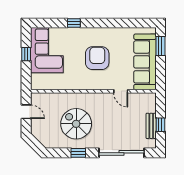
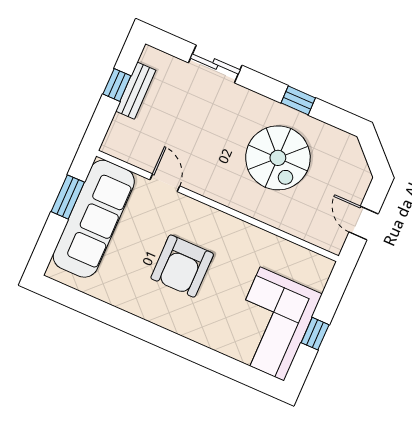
window: (74, 23) -> (197, 353), removed
window: (160, 46) -> (68, 197), moved
sliding door: (121, 153) -> (215, 64), width x0.54

